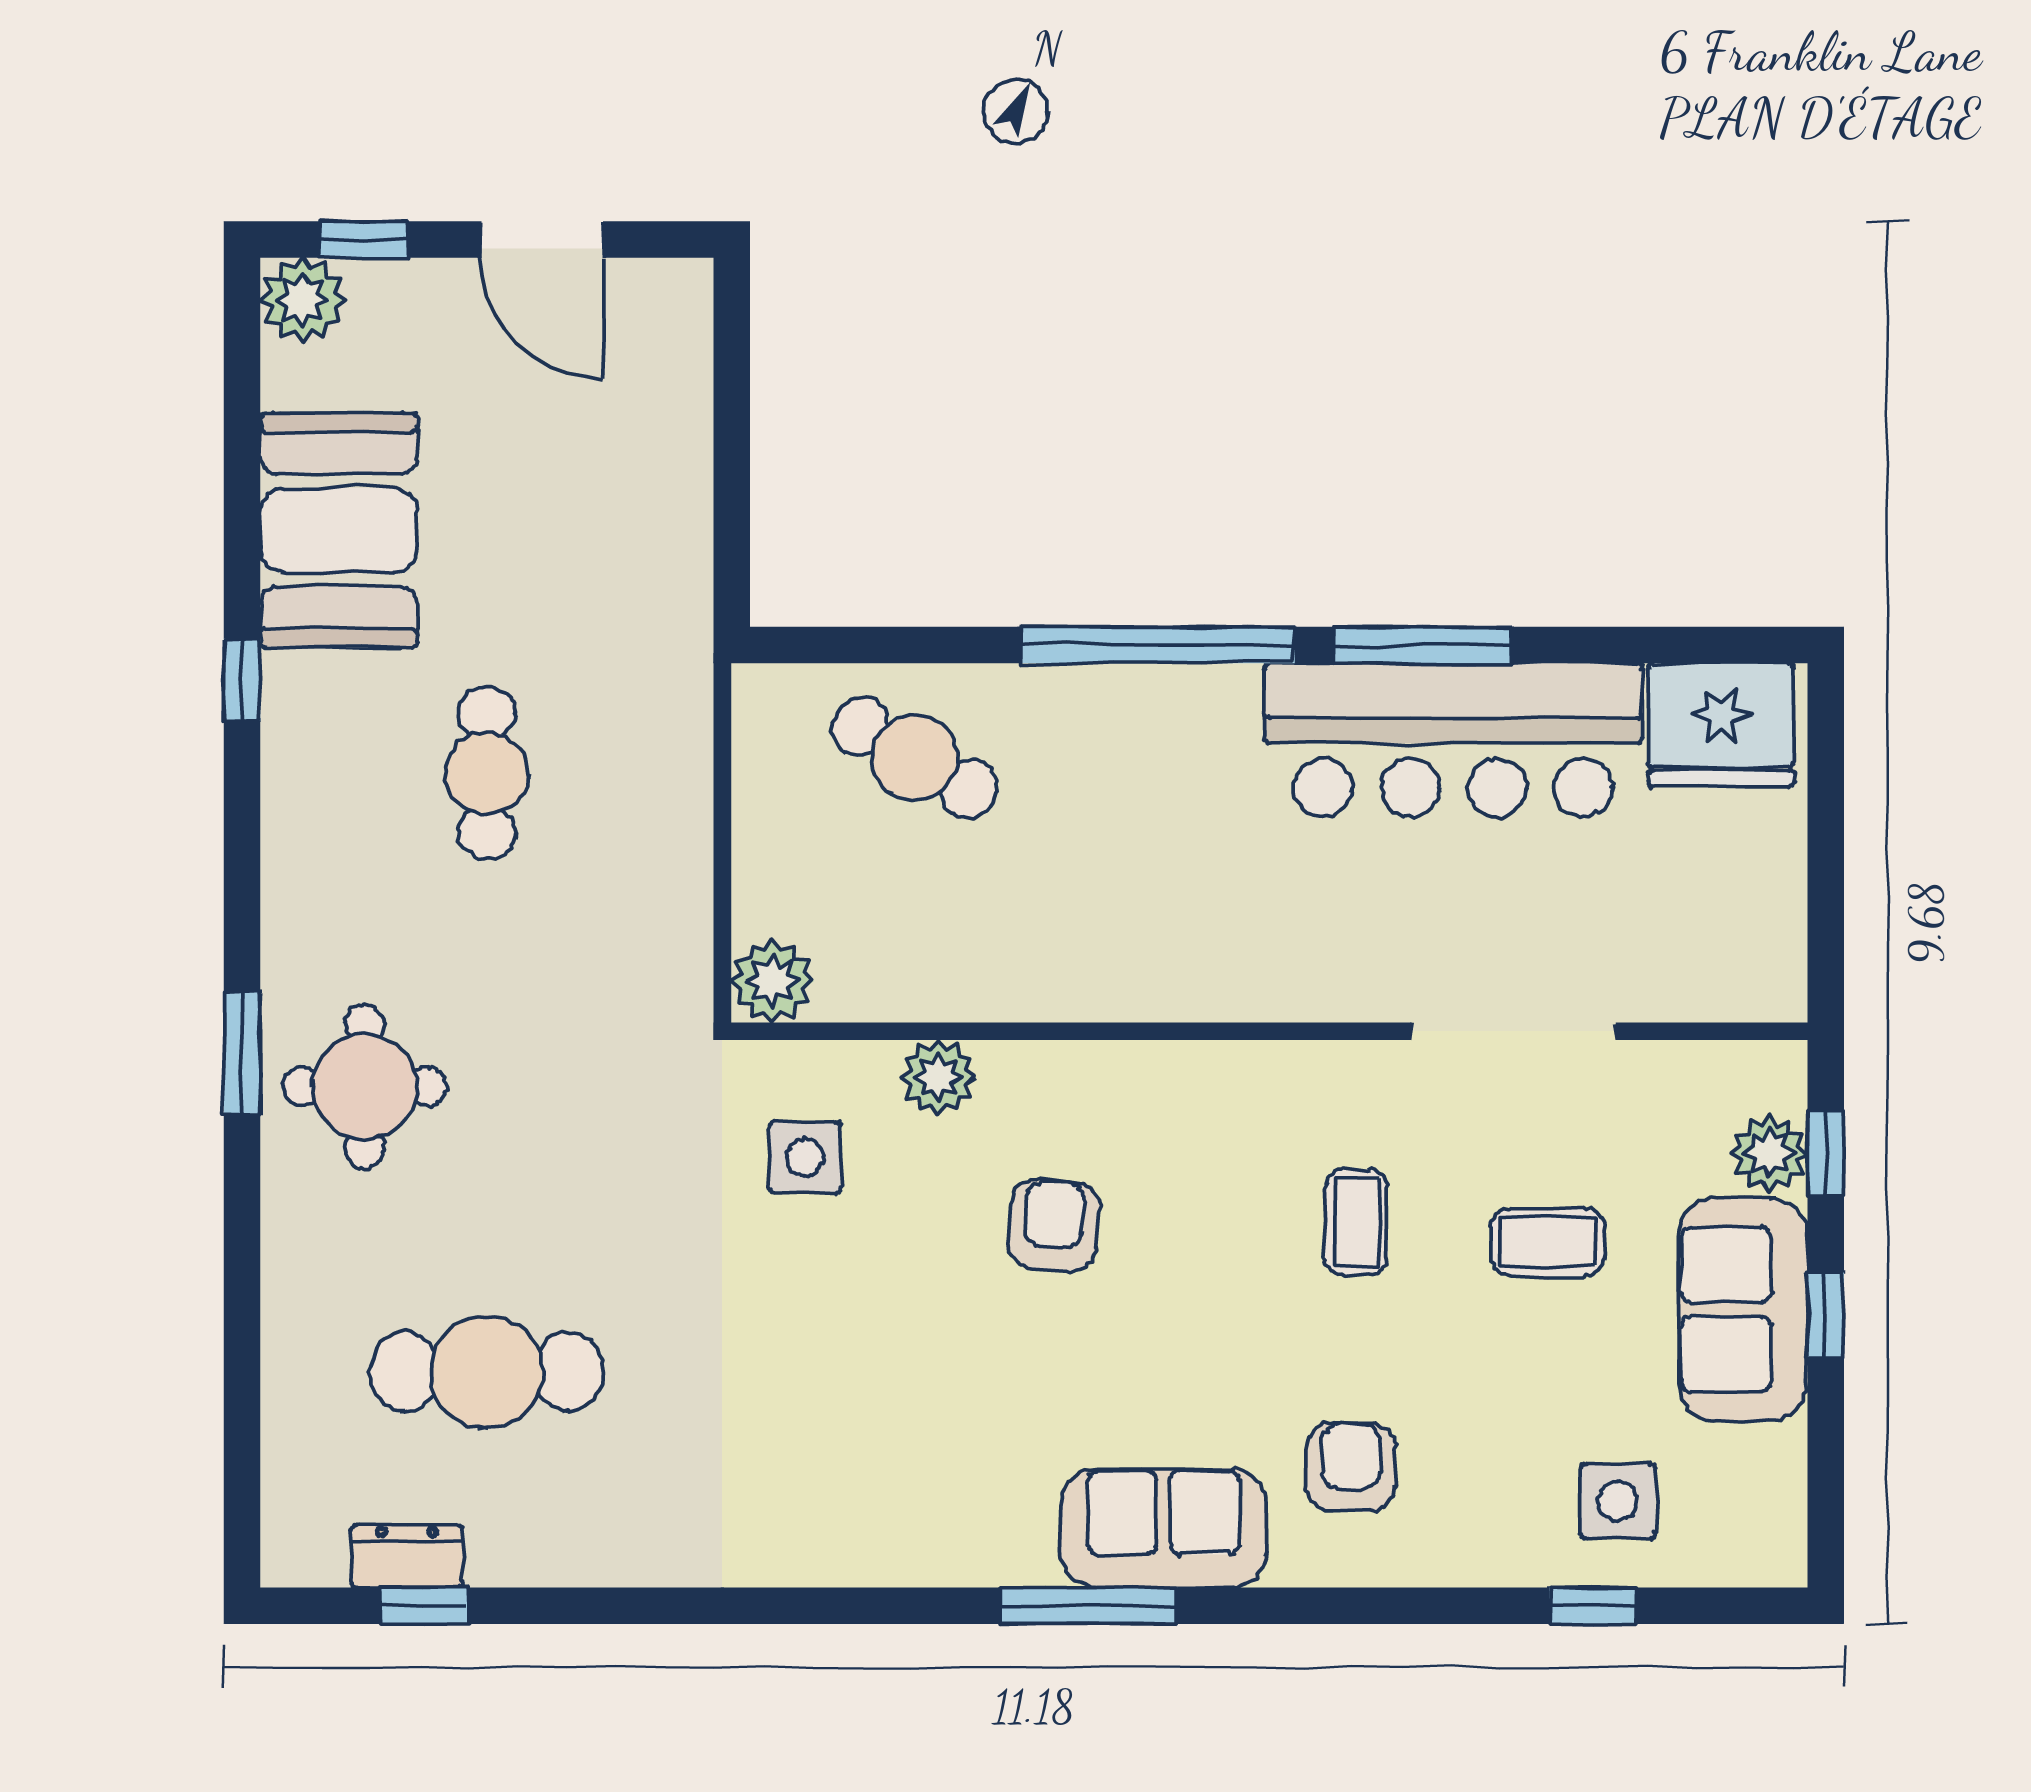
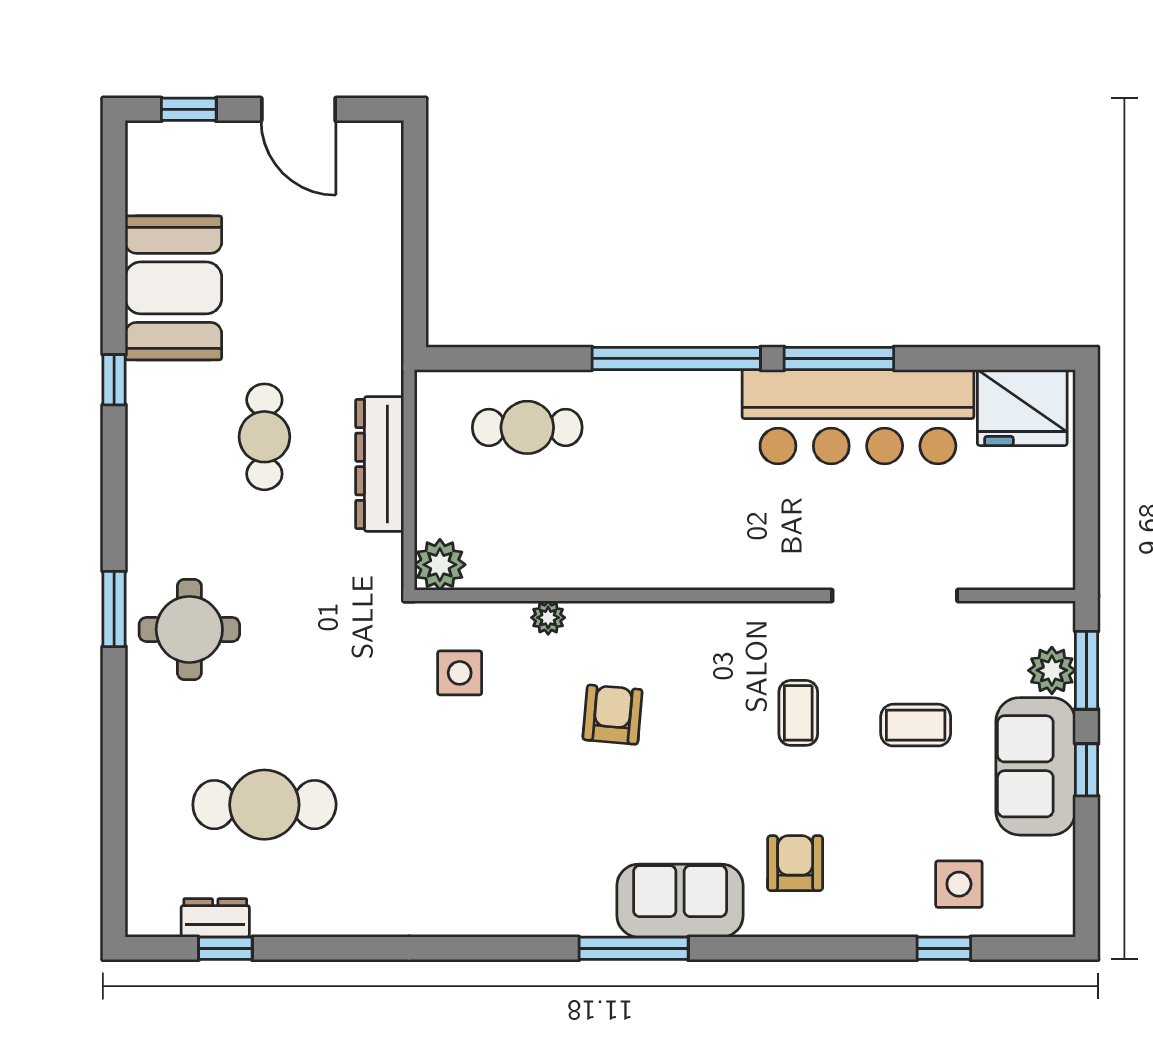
plant: (303, 300) -> (151, 147), removed
cafe table: (915, 758) -> (527, 427), turned -30
dresser: (675, 817) -> (380, 464), added
plant: (939, 1077) -> (548, 618), width x0.73, depth x0.73
window: (1826, 1153) -> (1087, 670), width x1.50

